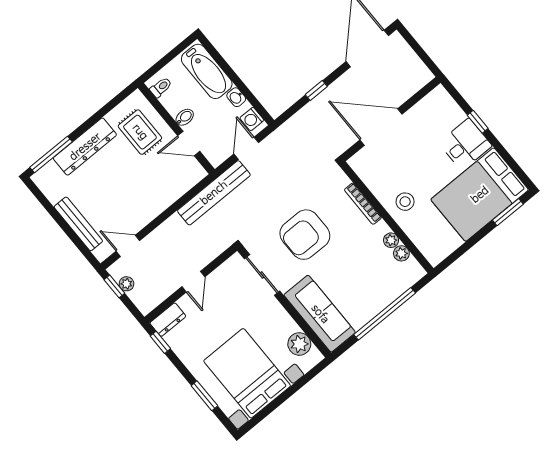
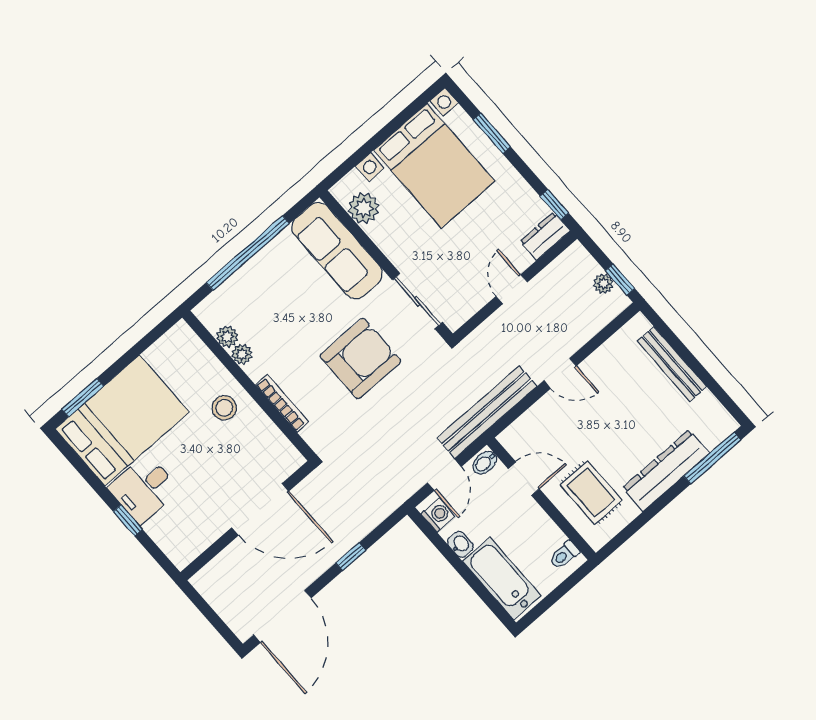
bidet: (185, 117) -> (485, 463), moved
door: (128, 246) -> (560, 373), moved

